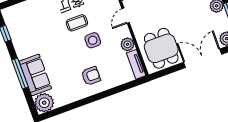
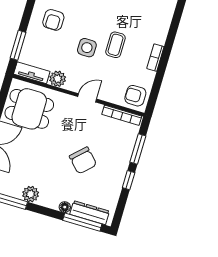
door: (126, 16) -> (87, 98), hinge flipped
window: (125, 87) -> (18, 45), added

